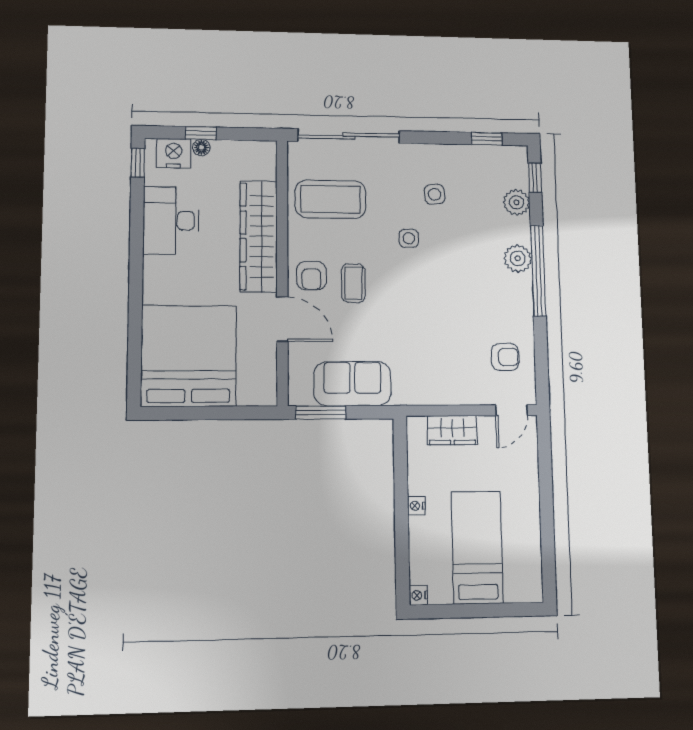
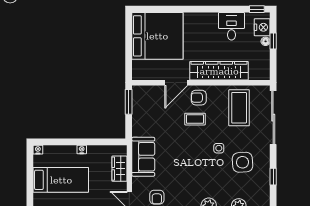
window: (487, 139) -> (273, 177), moved
side table: (435, 194) -> (242, 162), width x1.87, depth x1.87
desk: (171, 221) -> (231, 26), width x0.73
sofa: (353, 384) -> (143, 157), moved

